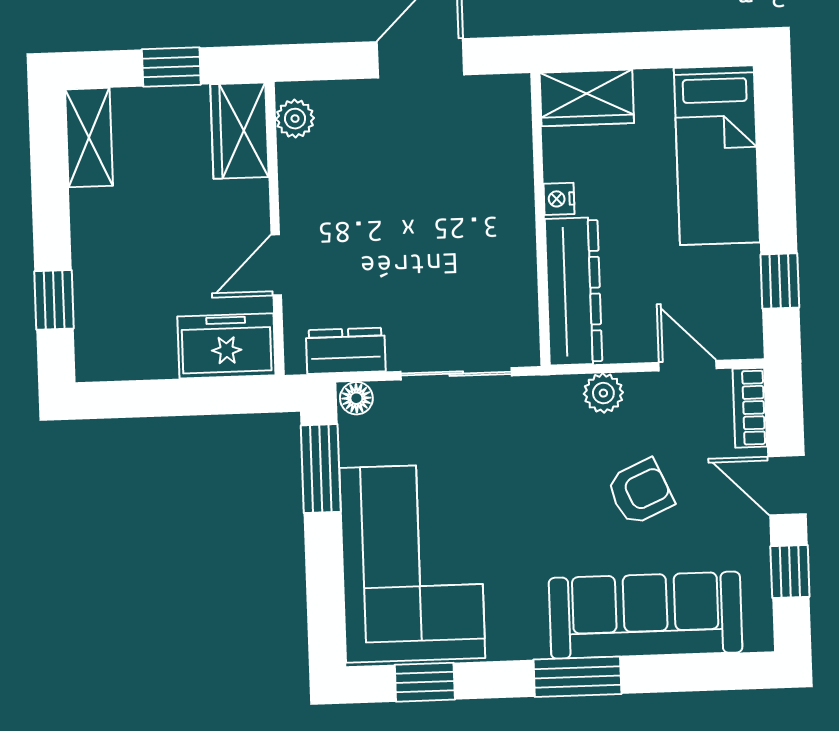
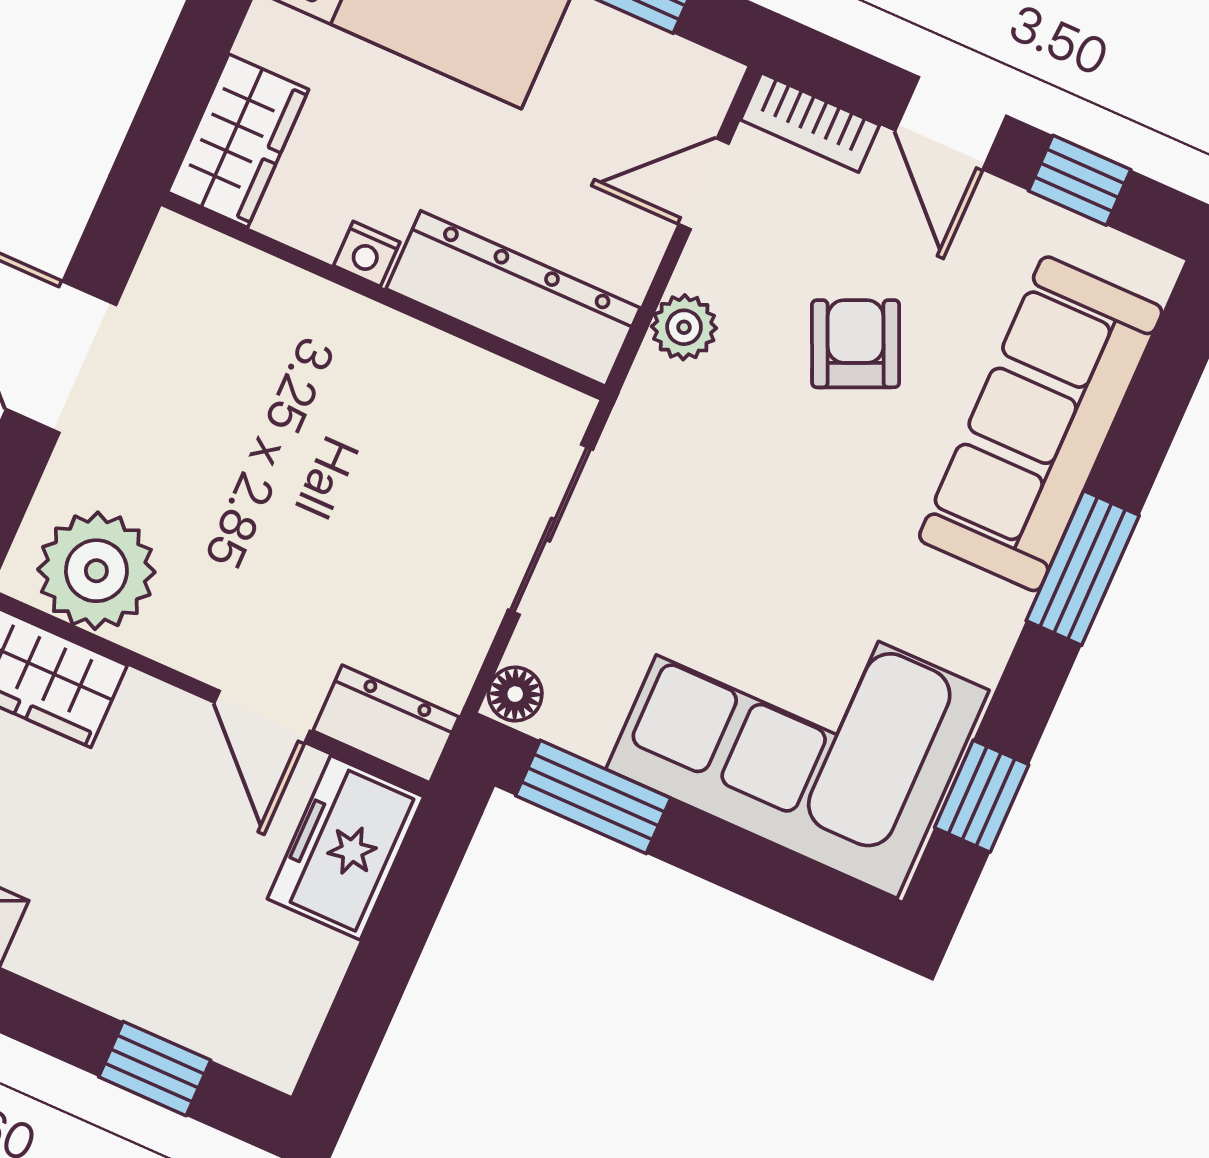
plant: (295, 119) -> (96, 571), width x1.88, depth x1.88
dresser: (346, 351) -> (386, 724), moved, turned 90
door: (787, 485) -> (951, 123), hinge flipped

